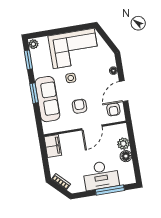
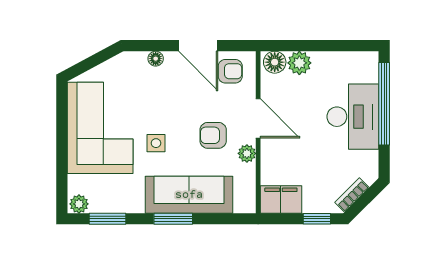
plant: (73, 125) -> (247, 153), added
floor lamp: (126, 156) -> (275, 62), moved
window: (46, 166) -> (317, 219), added
window: (110, 190) -> (384, 104), width x1.46

